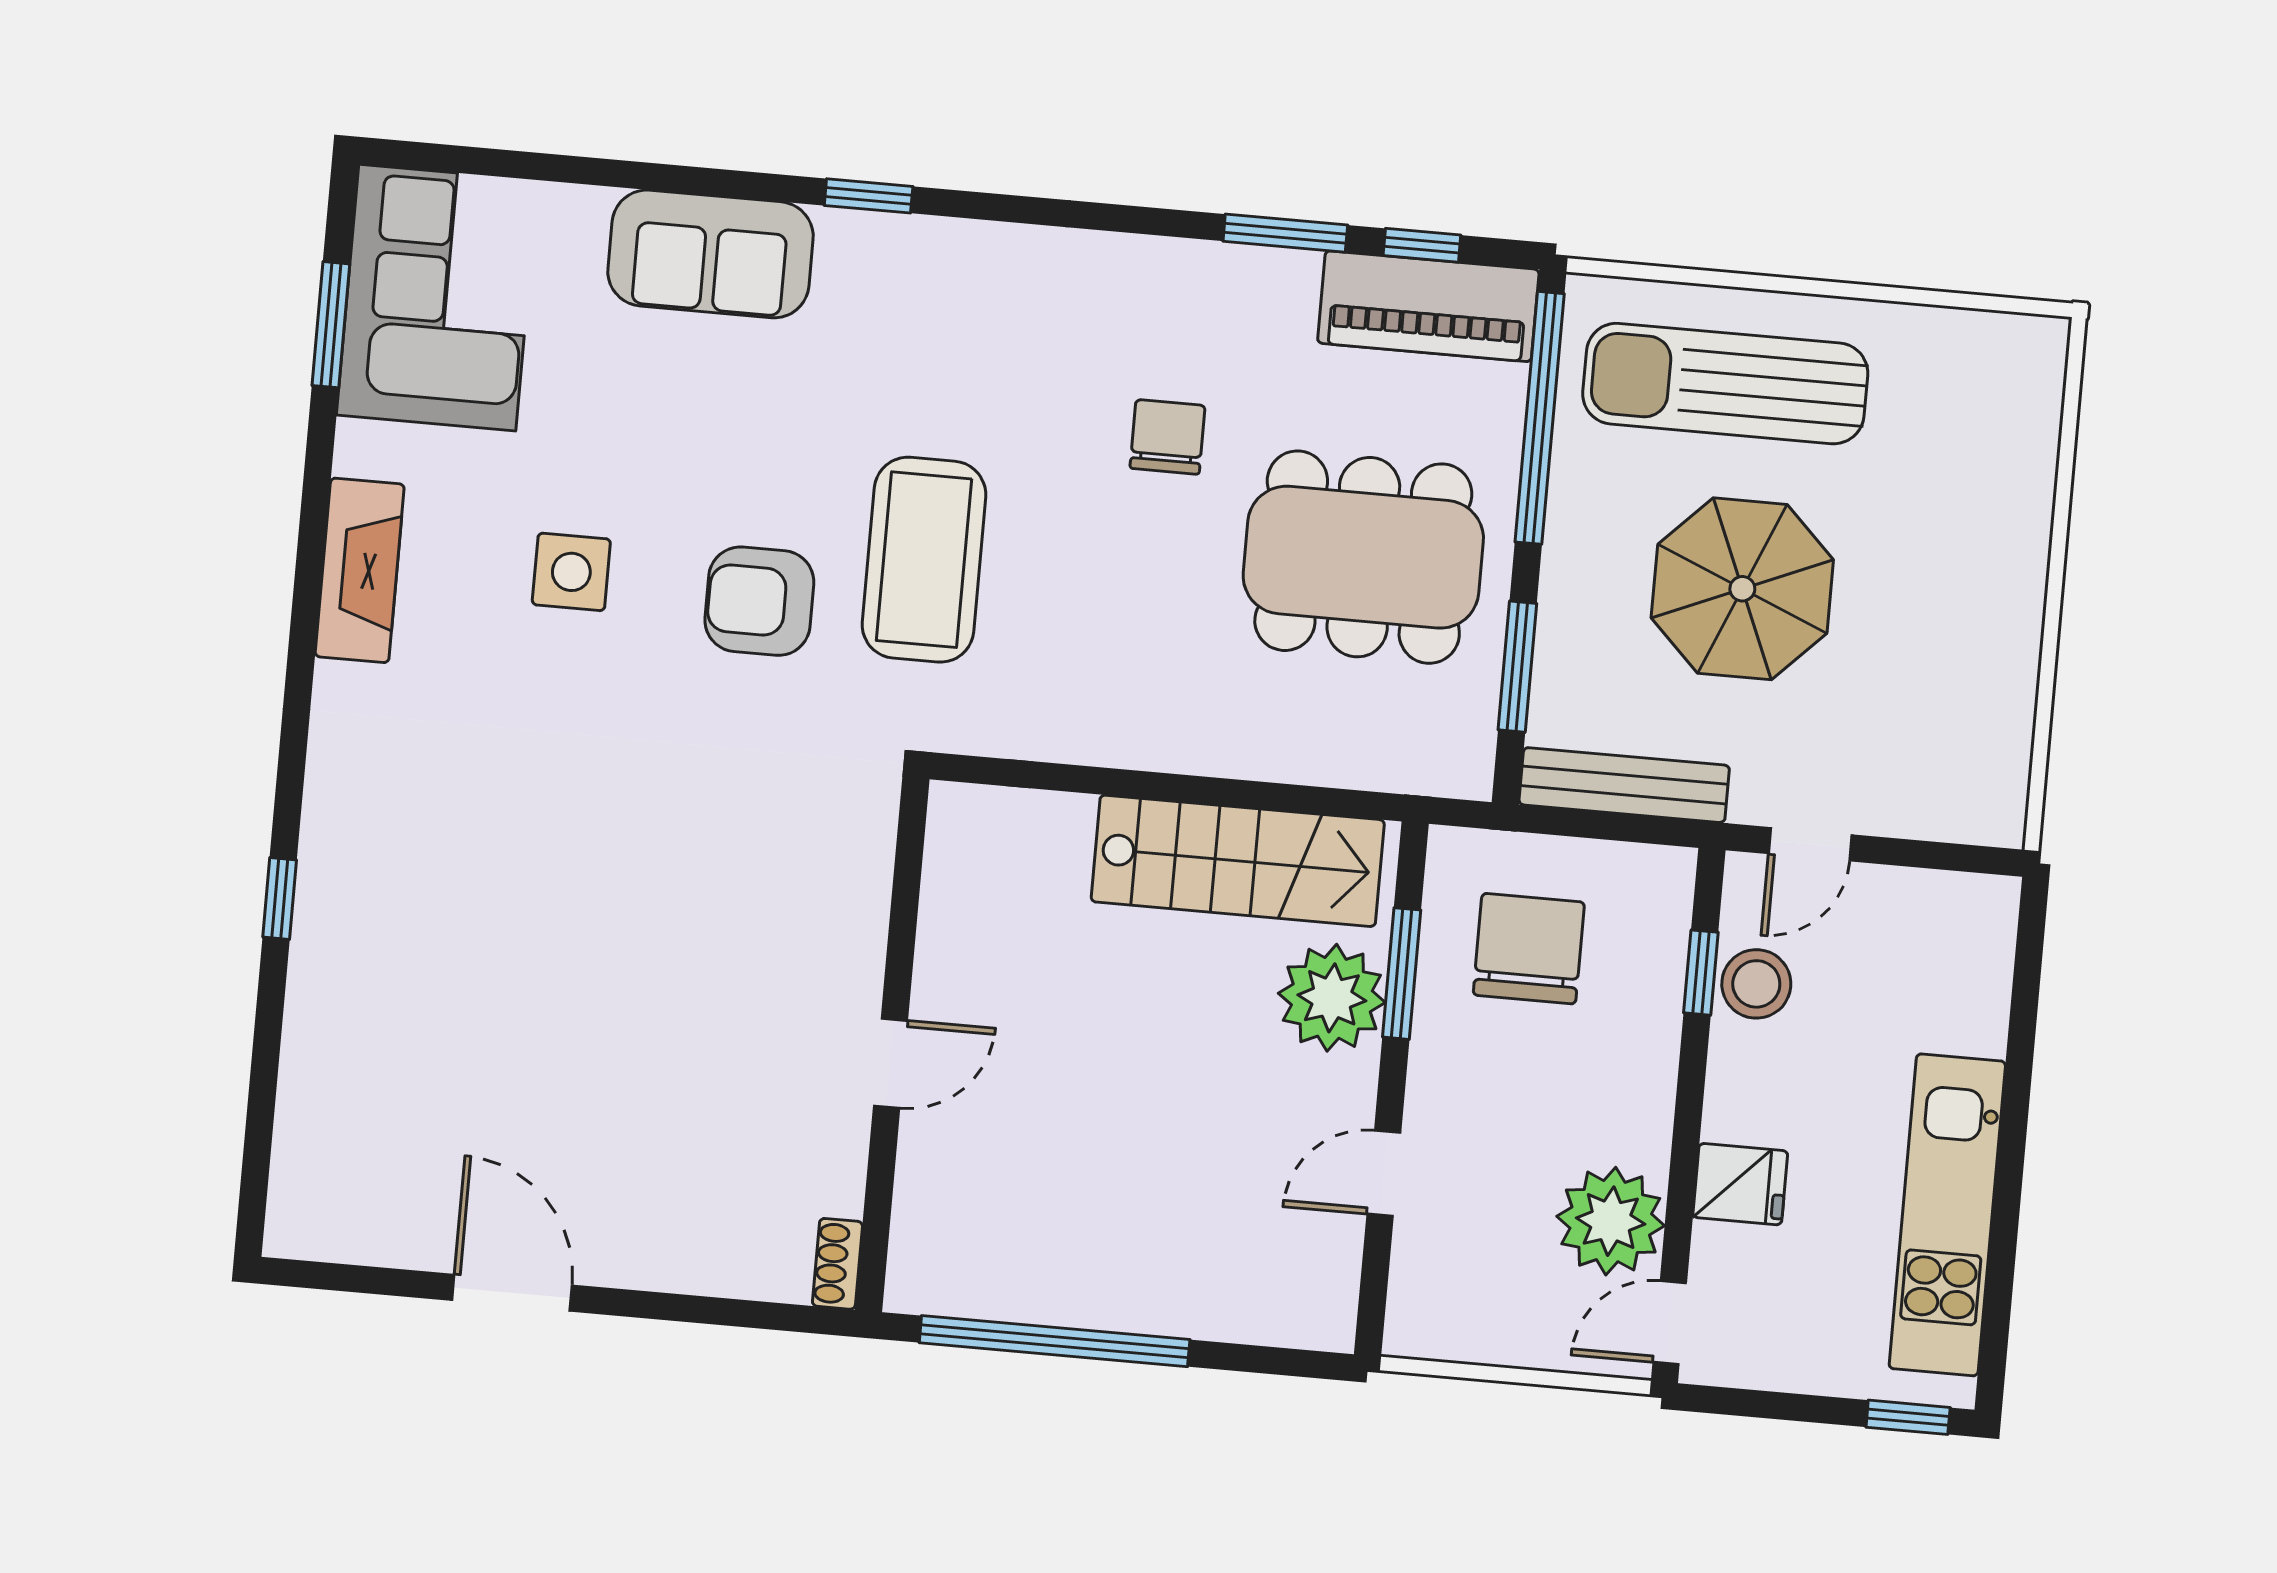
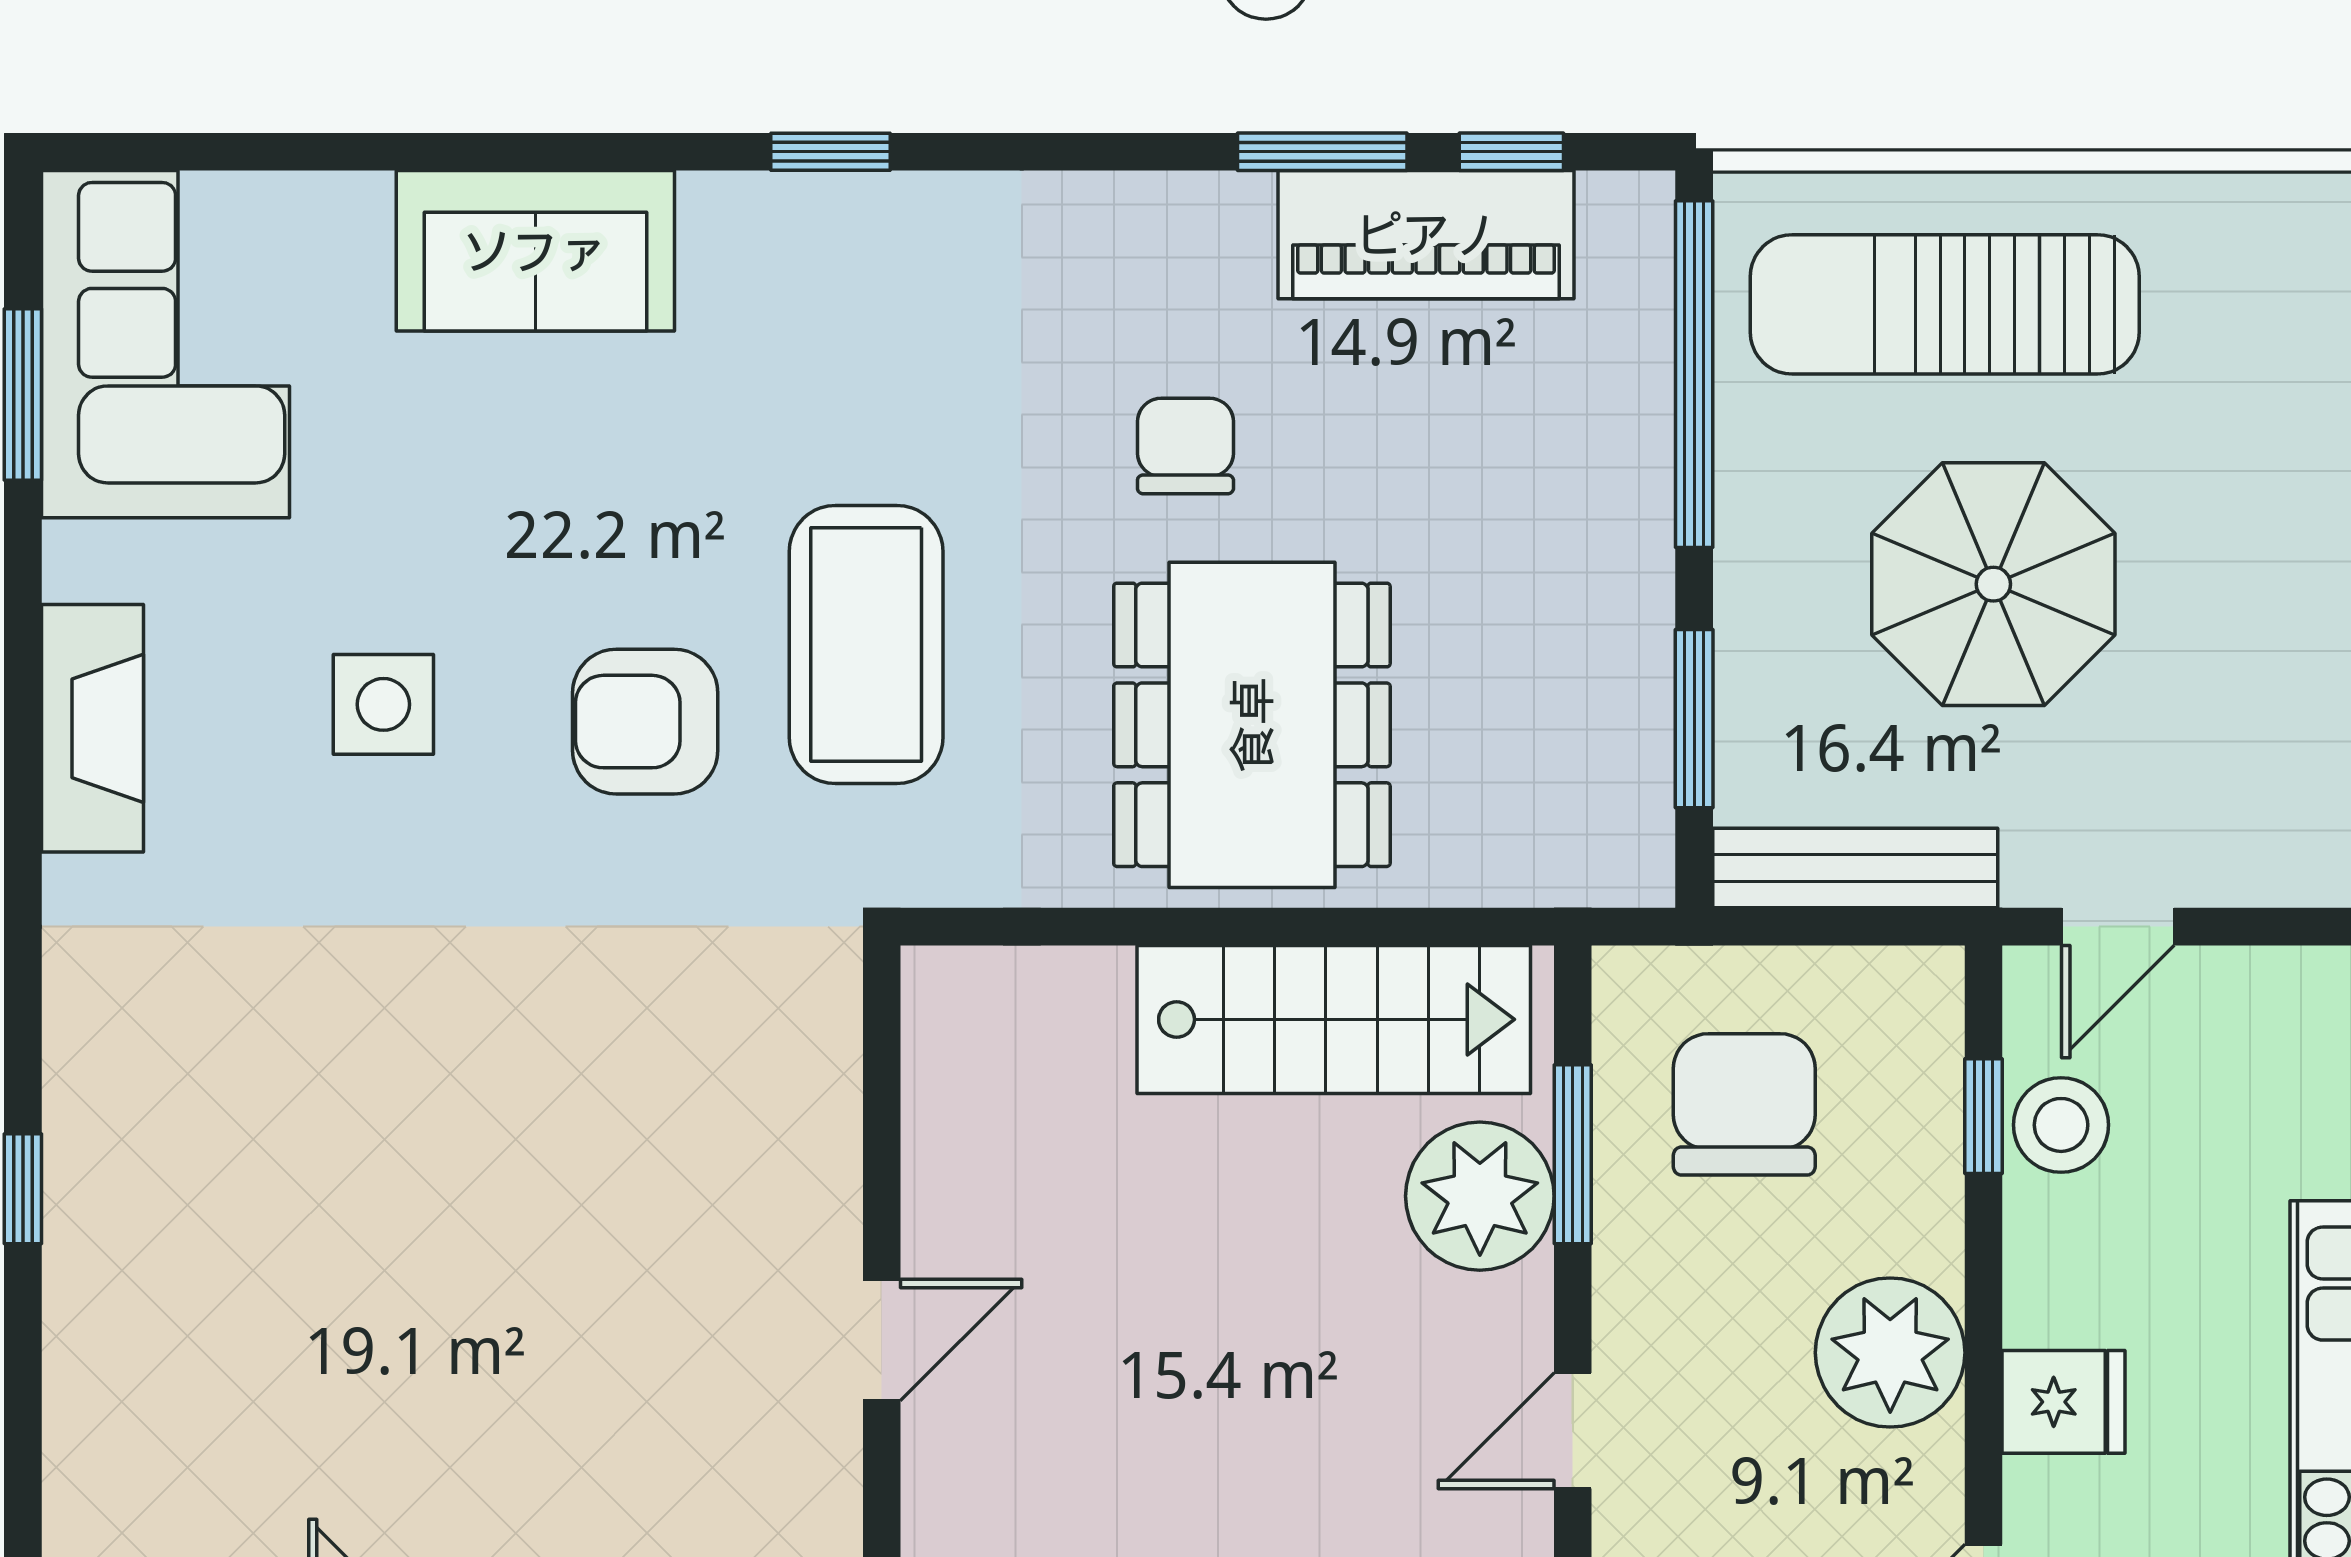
window: (869, 196) -> (831, 152), moved
piano: (1428, 306) -> (1426, 235), moved
dining table: (1363, 557) -> (1252, 725), moved, turned 90
plant: (1611, 1221) -> (1890, 1353), moved

